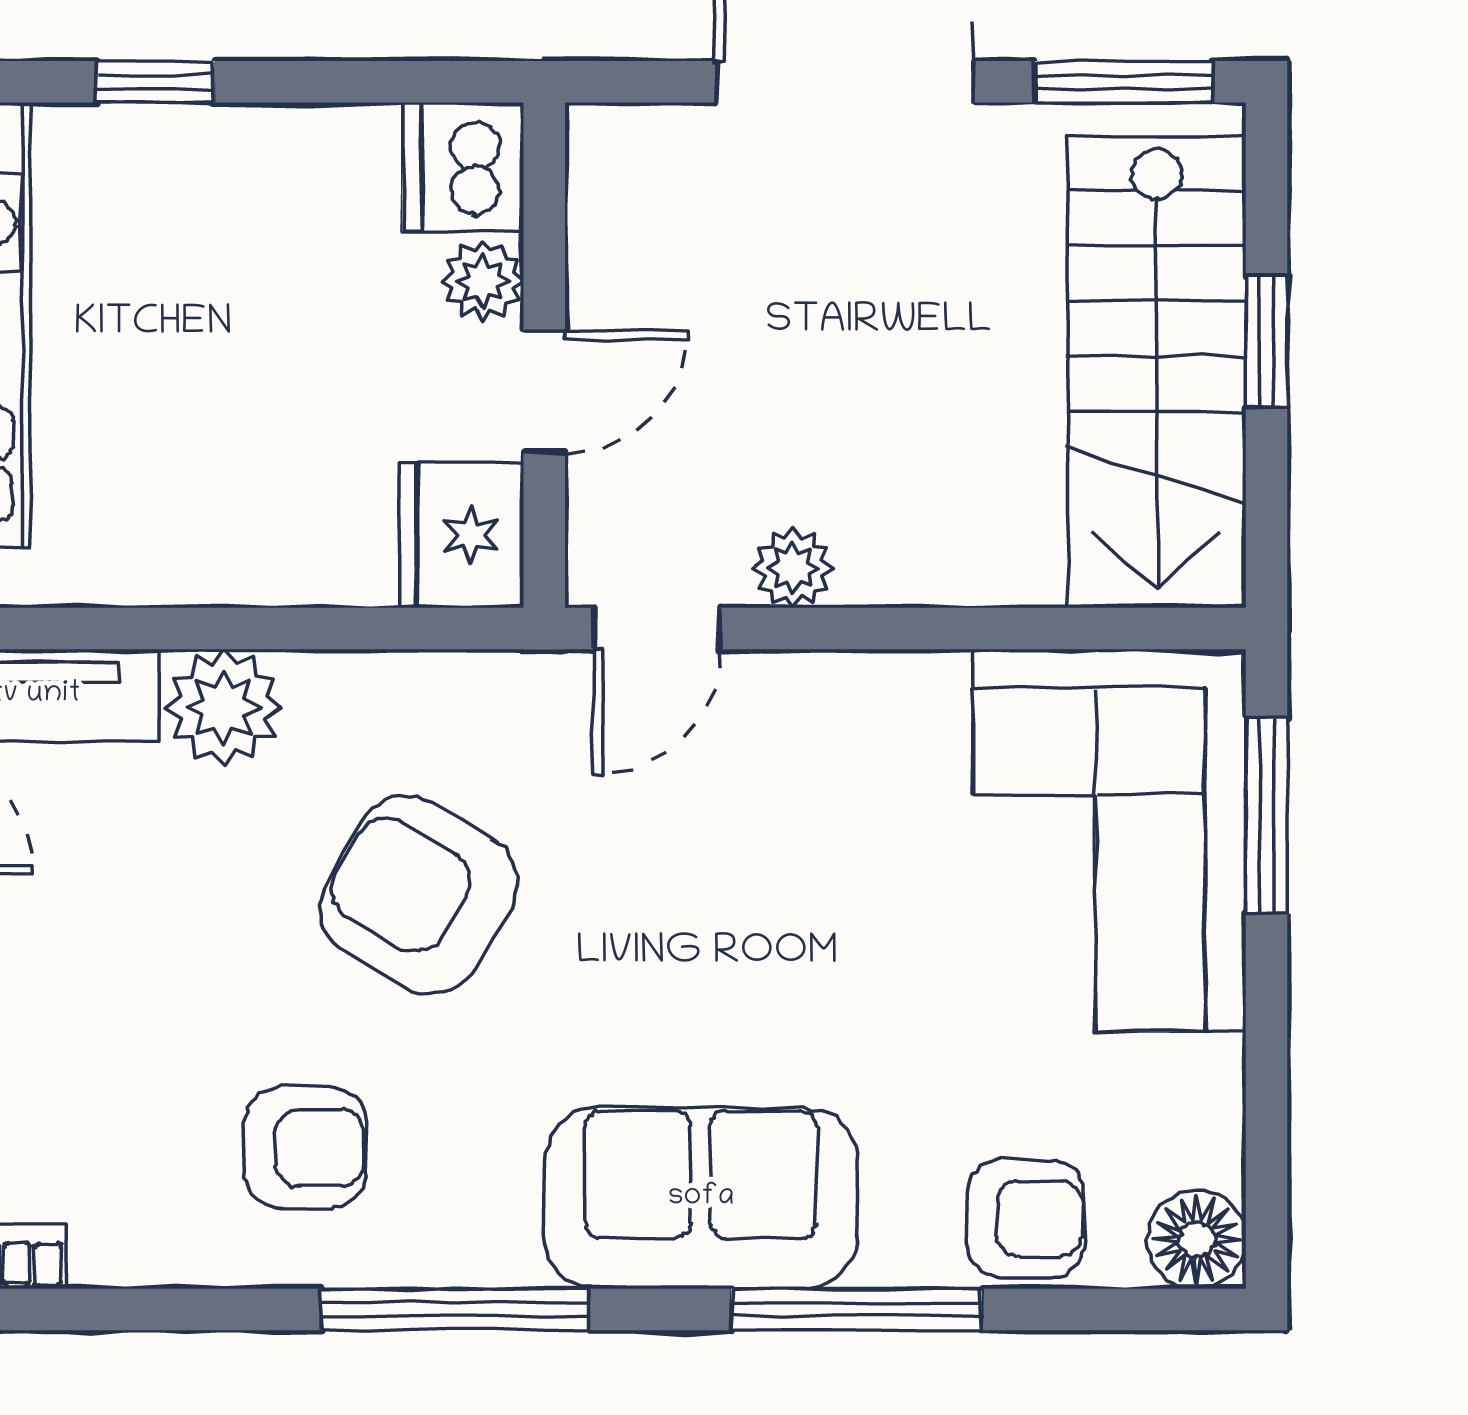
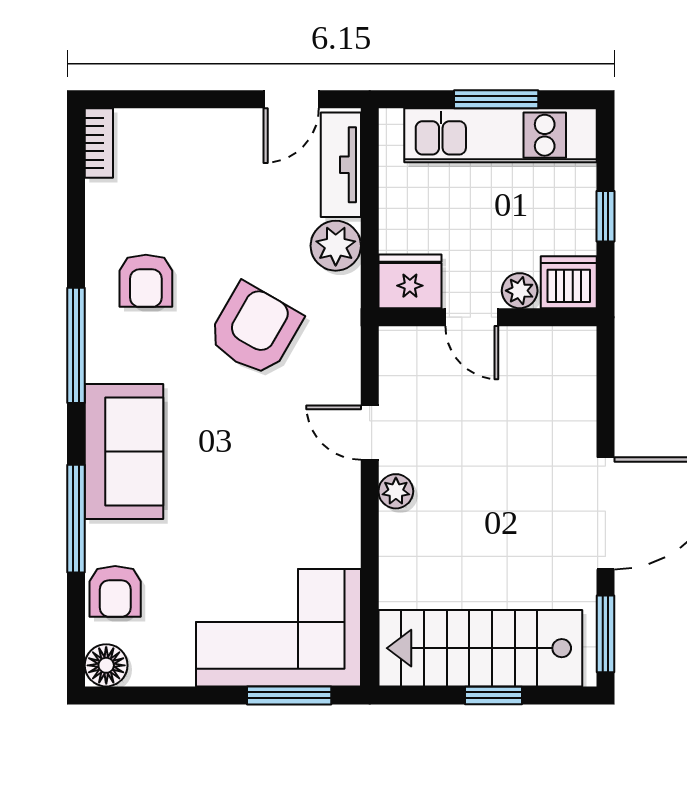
dishwasher: (463, 167) -> (569, 282), moved
plant: (483, 281) -> (520, 291), moved
wall: (544, 355) -> (488, 317), moved
door: (544, 392) -> (472, 317), moved
fridge: (461, 535) -> (410, 281), moved

